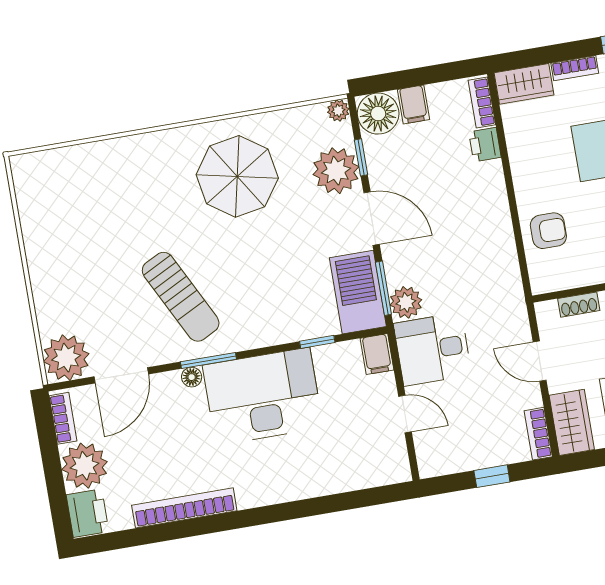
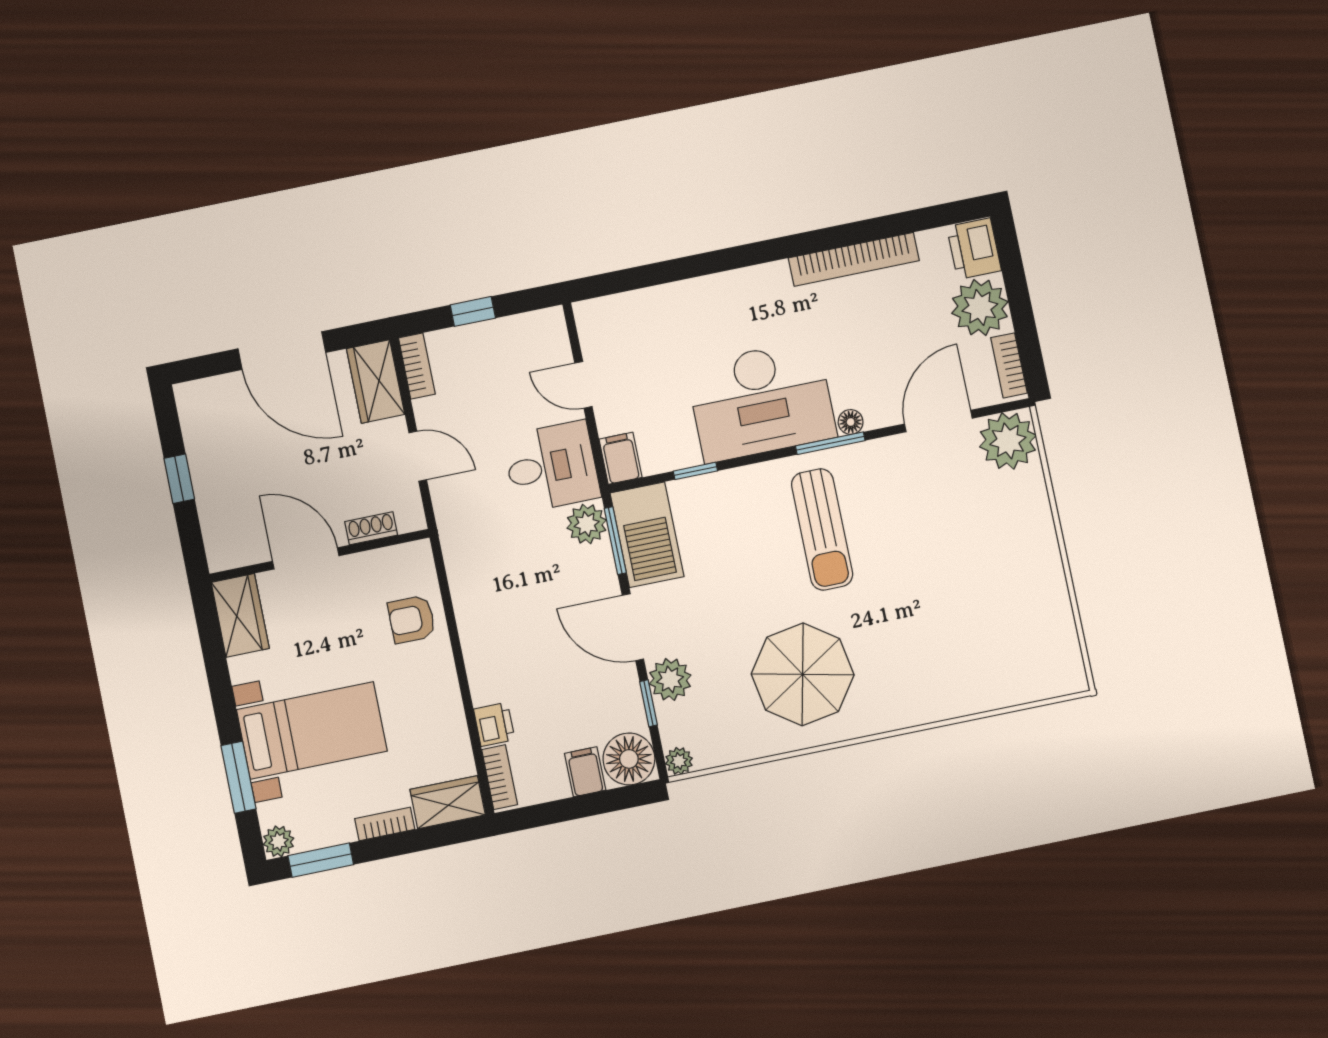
plant: (336, 171) -> (670, 679), width x0.73, depth x0.73
sun lounger: (181, 297) -> (822, 529), moved, turned -153

